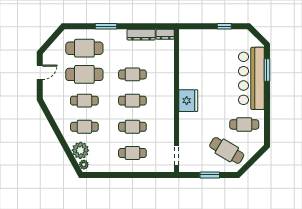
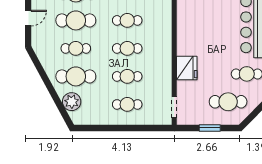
fridge: (188, 101) -> (187, 68), moved
cafe table: (84, 127) -> (76, 76), width x1.37, depth x1.35
cafe table: (227, 150) -> (228, 102), turned -31
plant: (84, 165) -> (75, 117), removed

